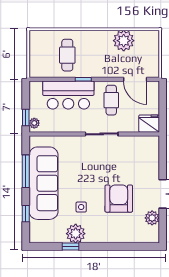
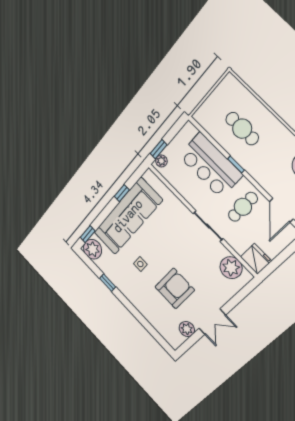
cafe table: (67, 55) -> (242, 129), turned 90
plant: (140, 145) -> (231, 268), added
window: (26, 171) -> (122, 193), width x0.46
window: (26, 214) -> (88, 234), moved
plant: (76, 234) -> (93, 249), moved

